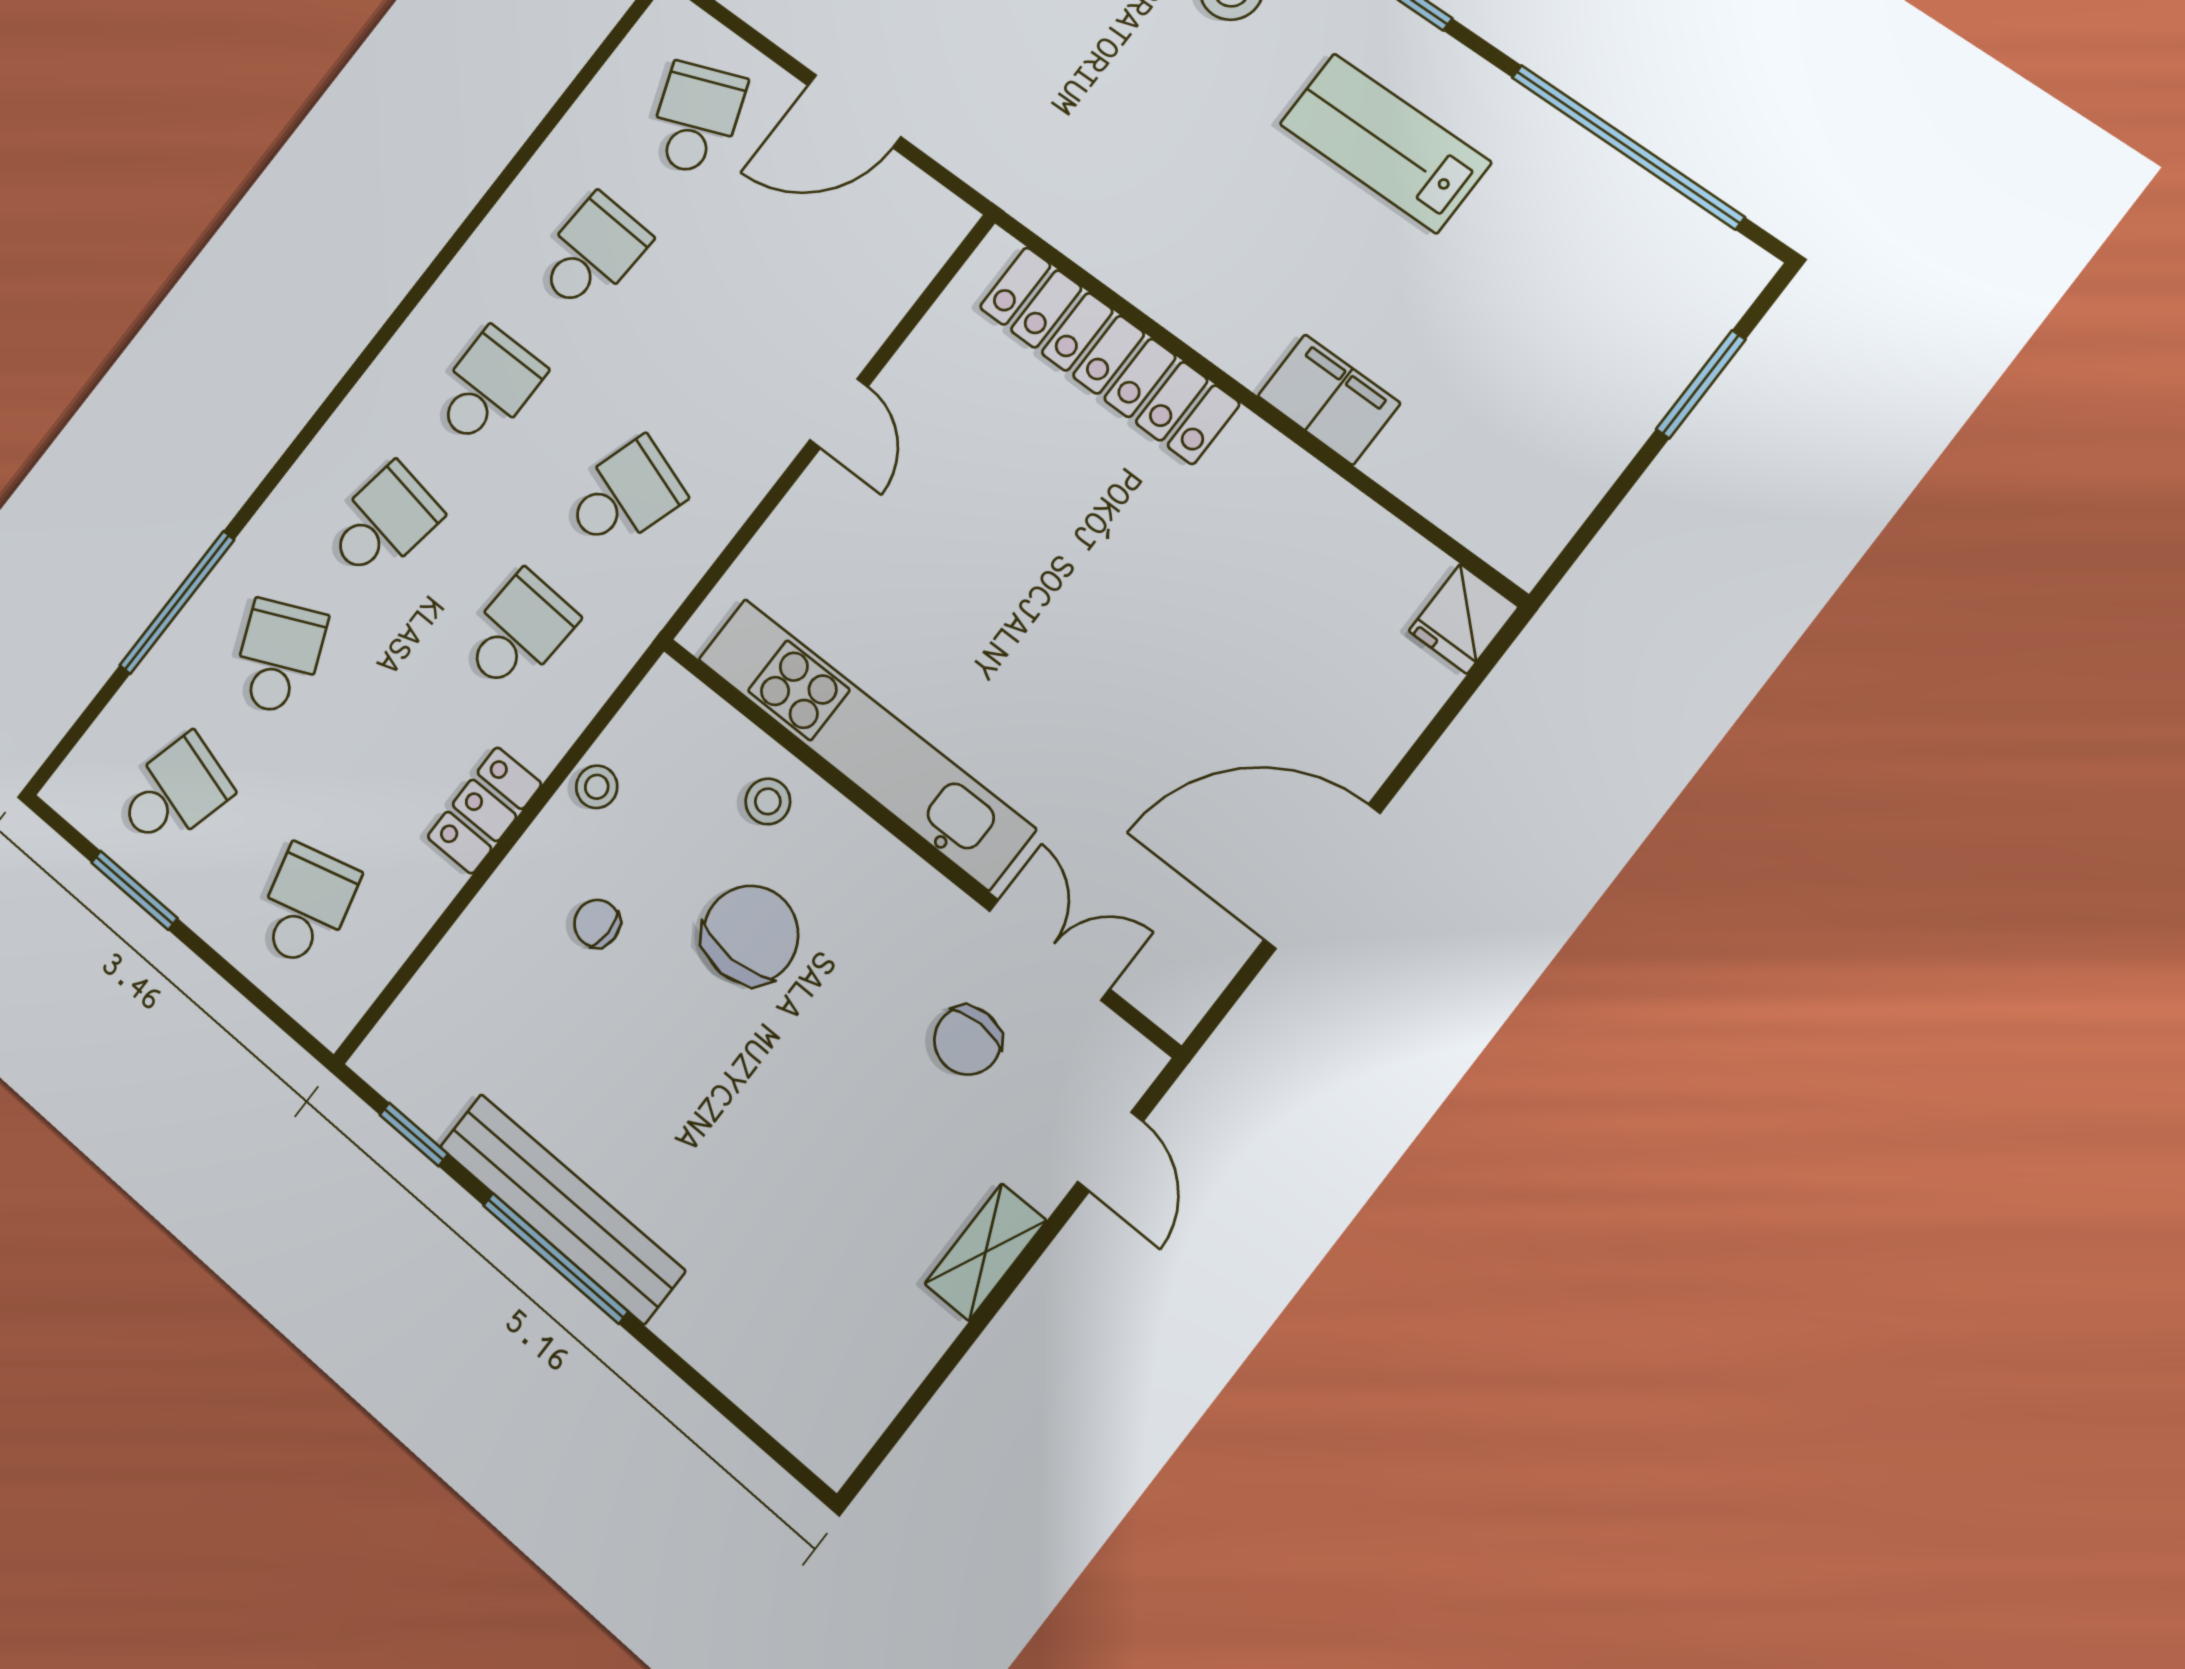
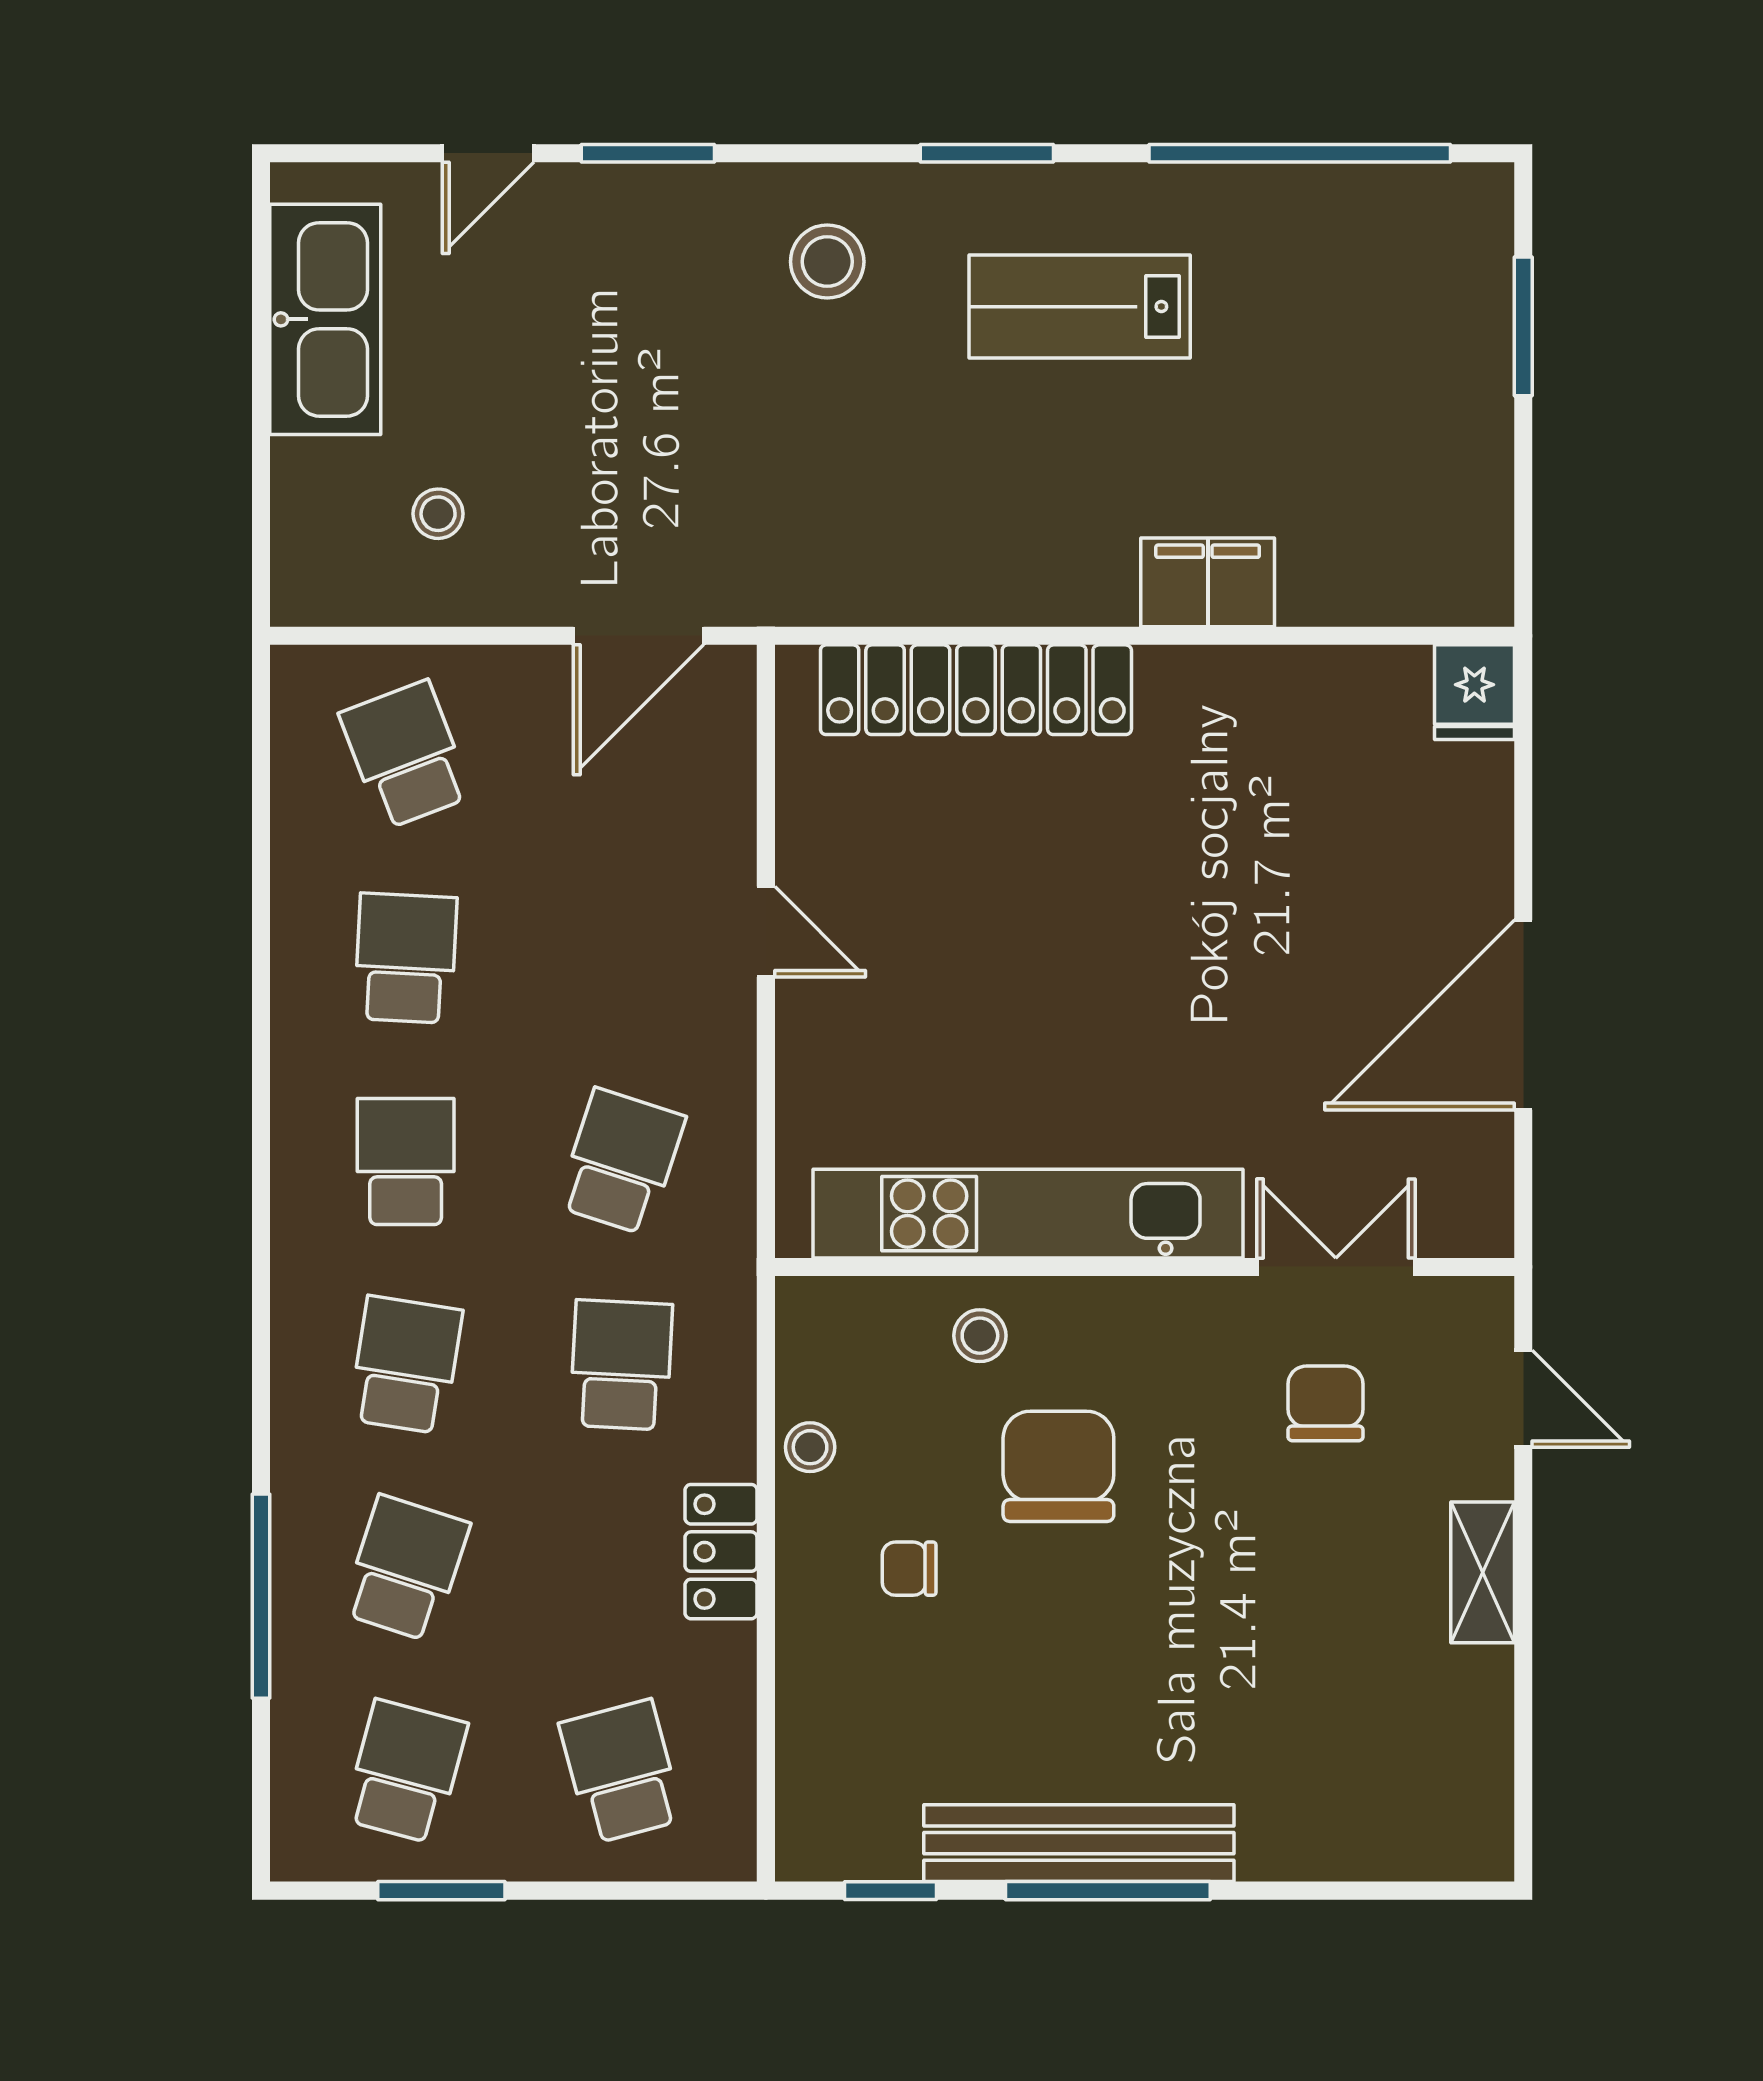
door: (854, 111) -> (639, 636), moved
school desk: (279, 657) -> (406, 1568), turned 42
chair: (968, 1041) -> (1325, 1403), turned 180

